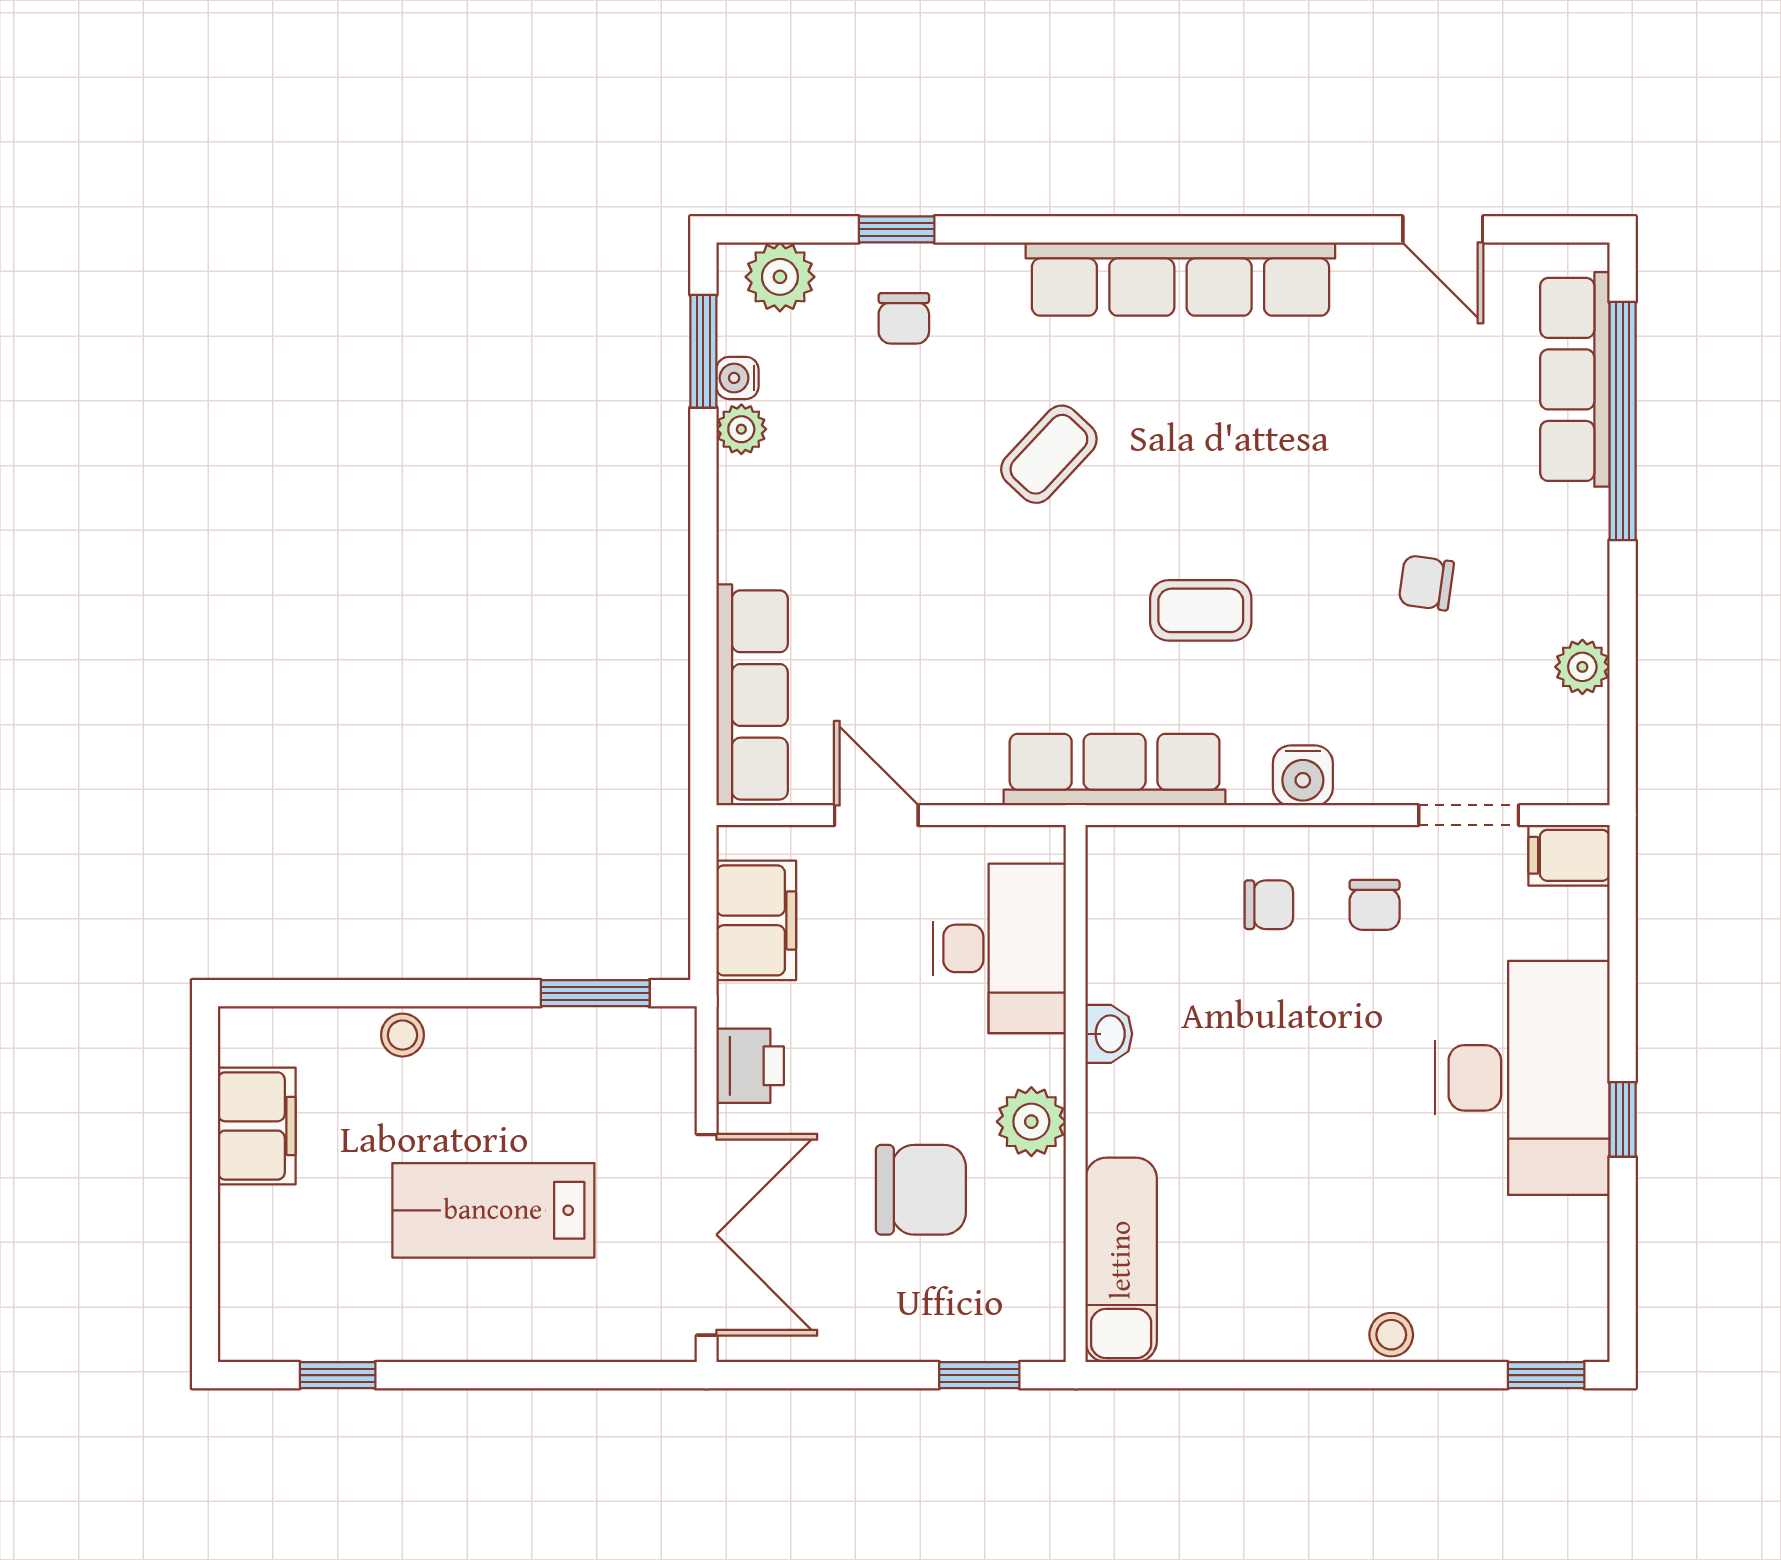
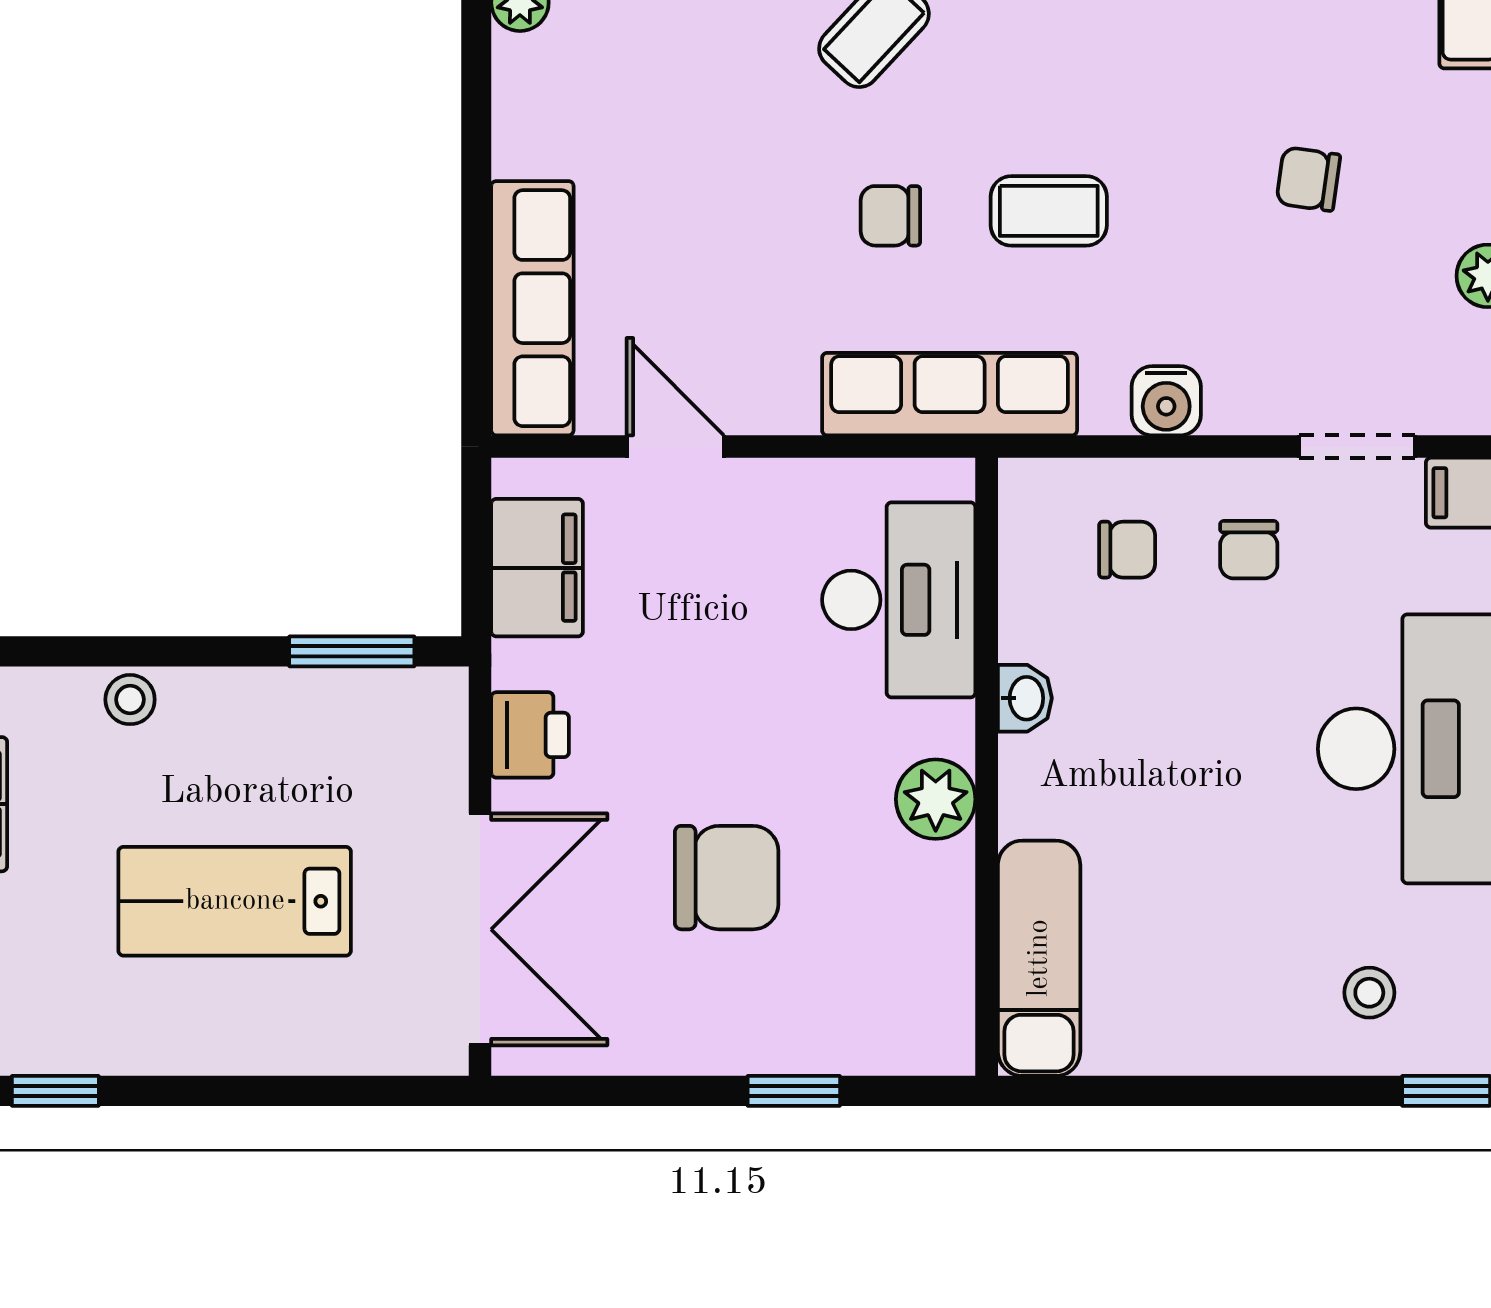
chair: (1063, 615) -> (890, 216), added
desk: (999, 948) -> (899, 600), moved
washbasin: (1109, 1034) -> (1025, 698), moved
wall: (1076, 1094) -> (987, 767), moved
plant: (1031, 1122) -> (936, 799), moved
exam couch: (1121, 1260) -> (1039, 958), moved
stool: (1391, 1335) -> (1369, 993), moved

